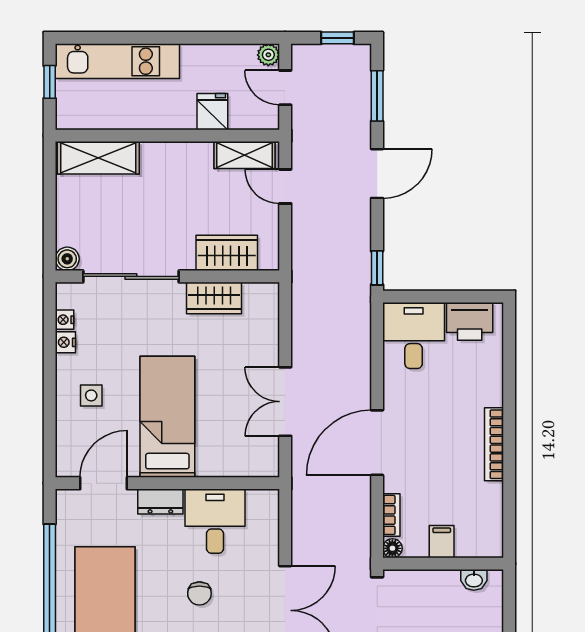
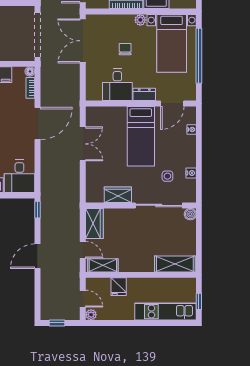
window: (377, 96) -> (37, 294), removed
wardrobe: (227, 253) -> (94, 223), moved, turned -90
nightstand: (65, 320) -> (192, 130), moved
side table: (91, 395) -> (167, 176), moved

